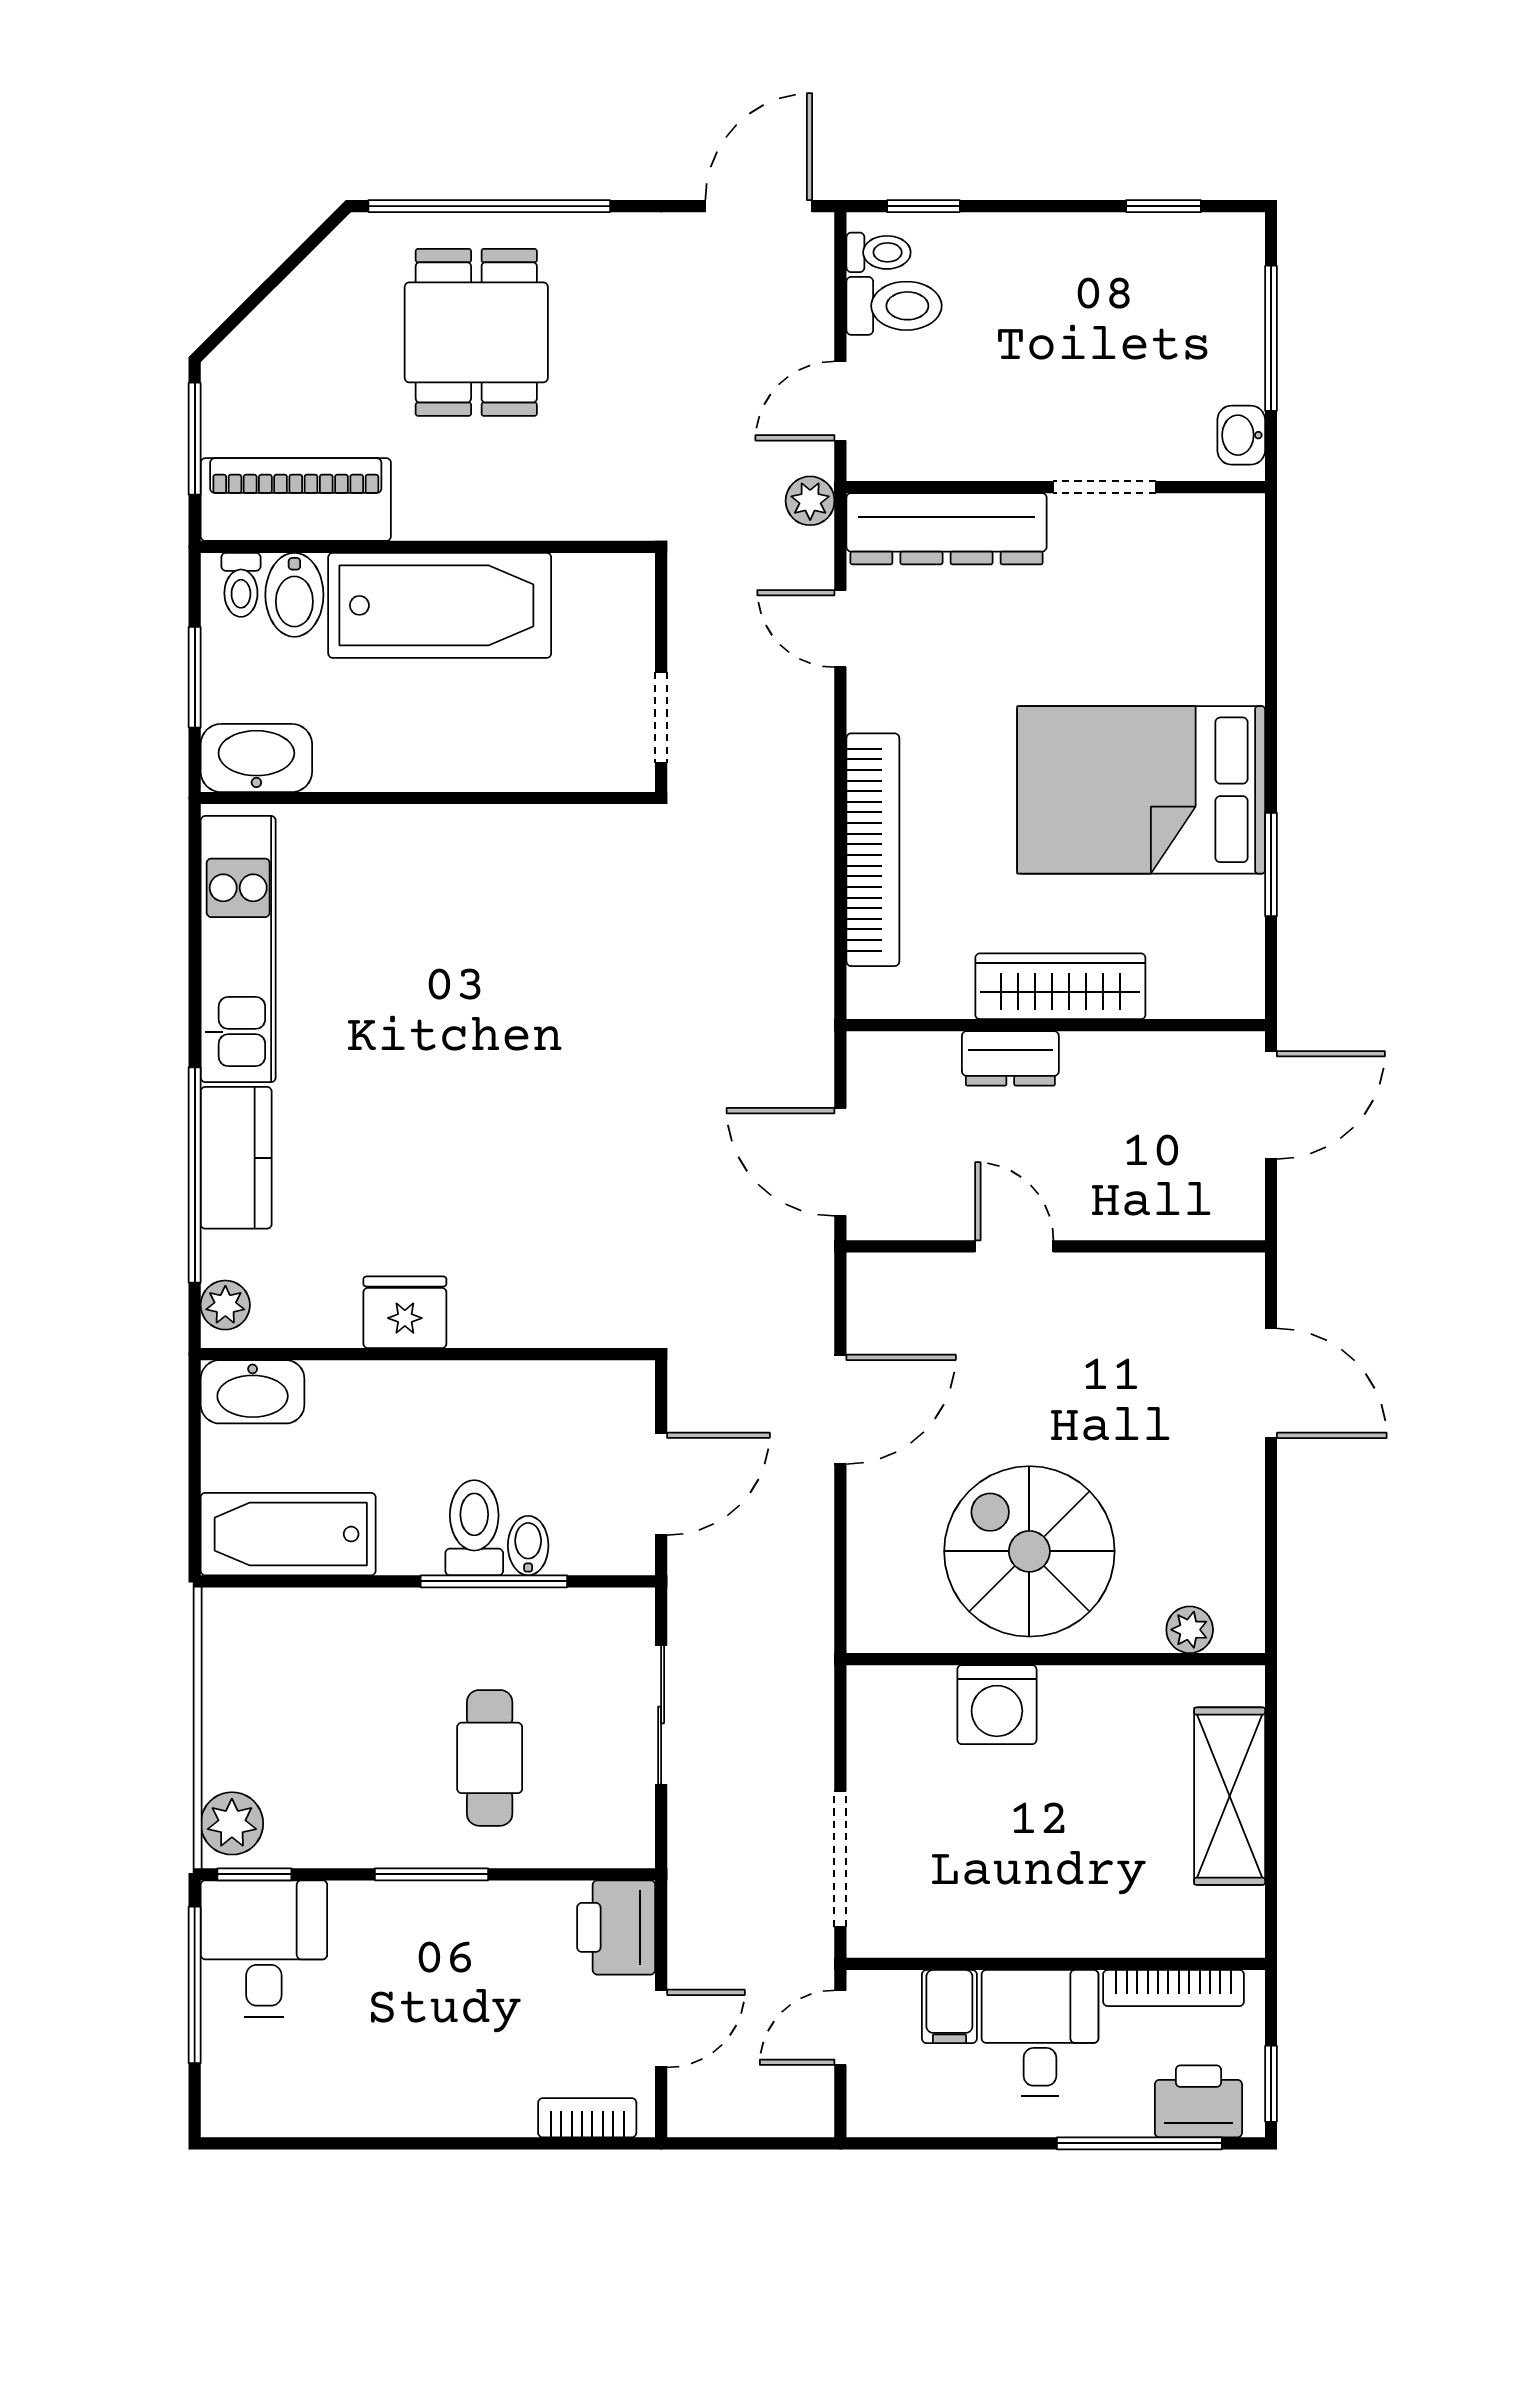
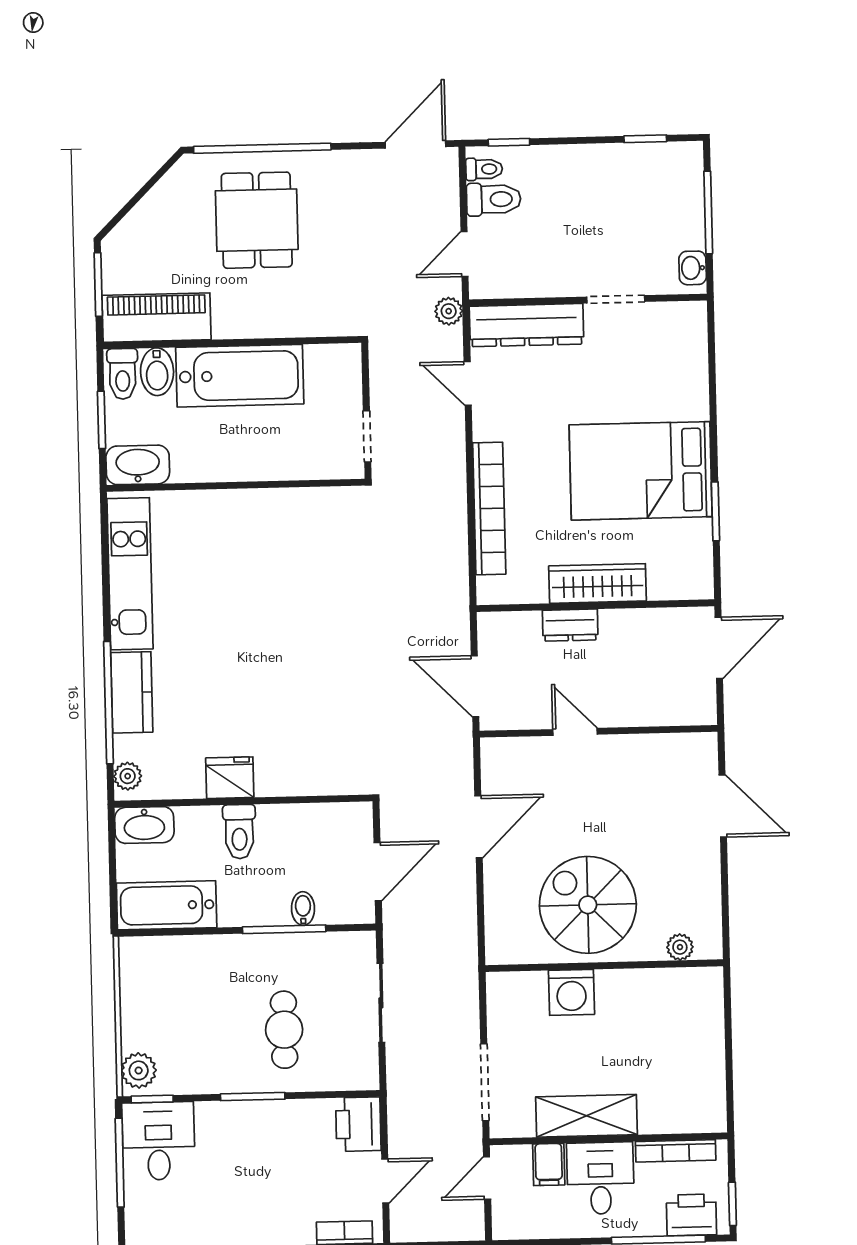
toilet: (241, 585) -> (123, 374), width x1.37, depth x1.39
toilet: (474, 1528) -> (239, 832), moved, turned 180
shelving: (1230, 1796) -> (586, 1116), moved, turned 90

